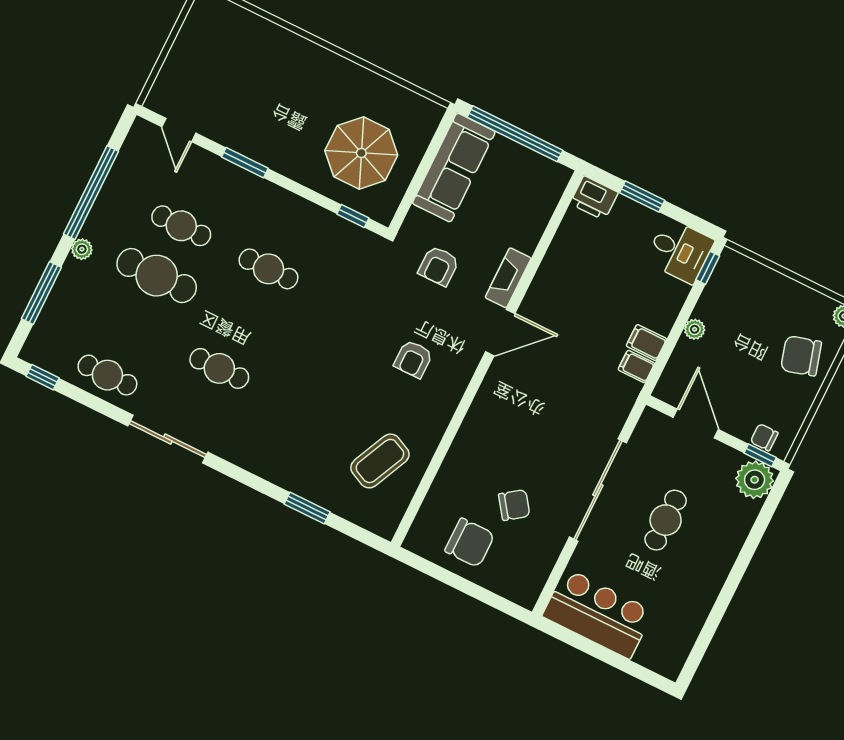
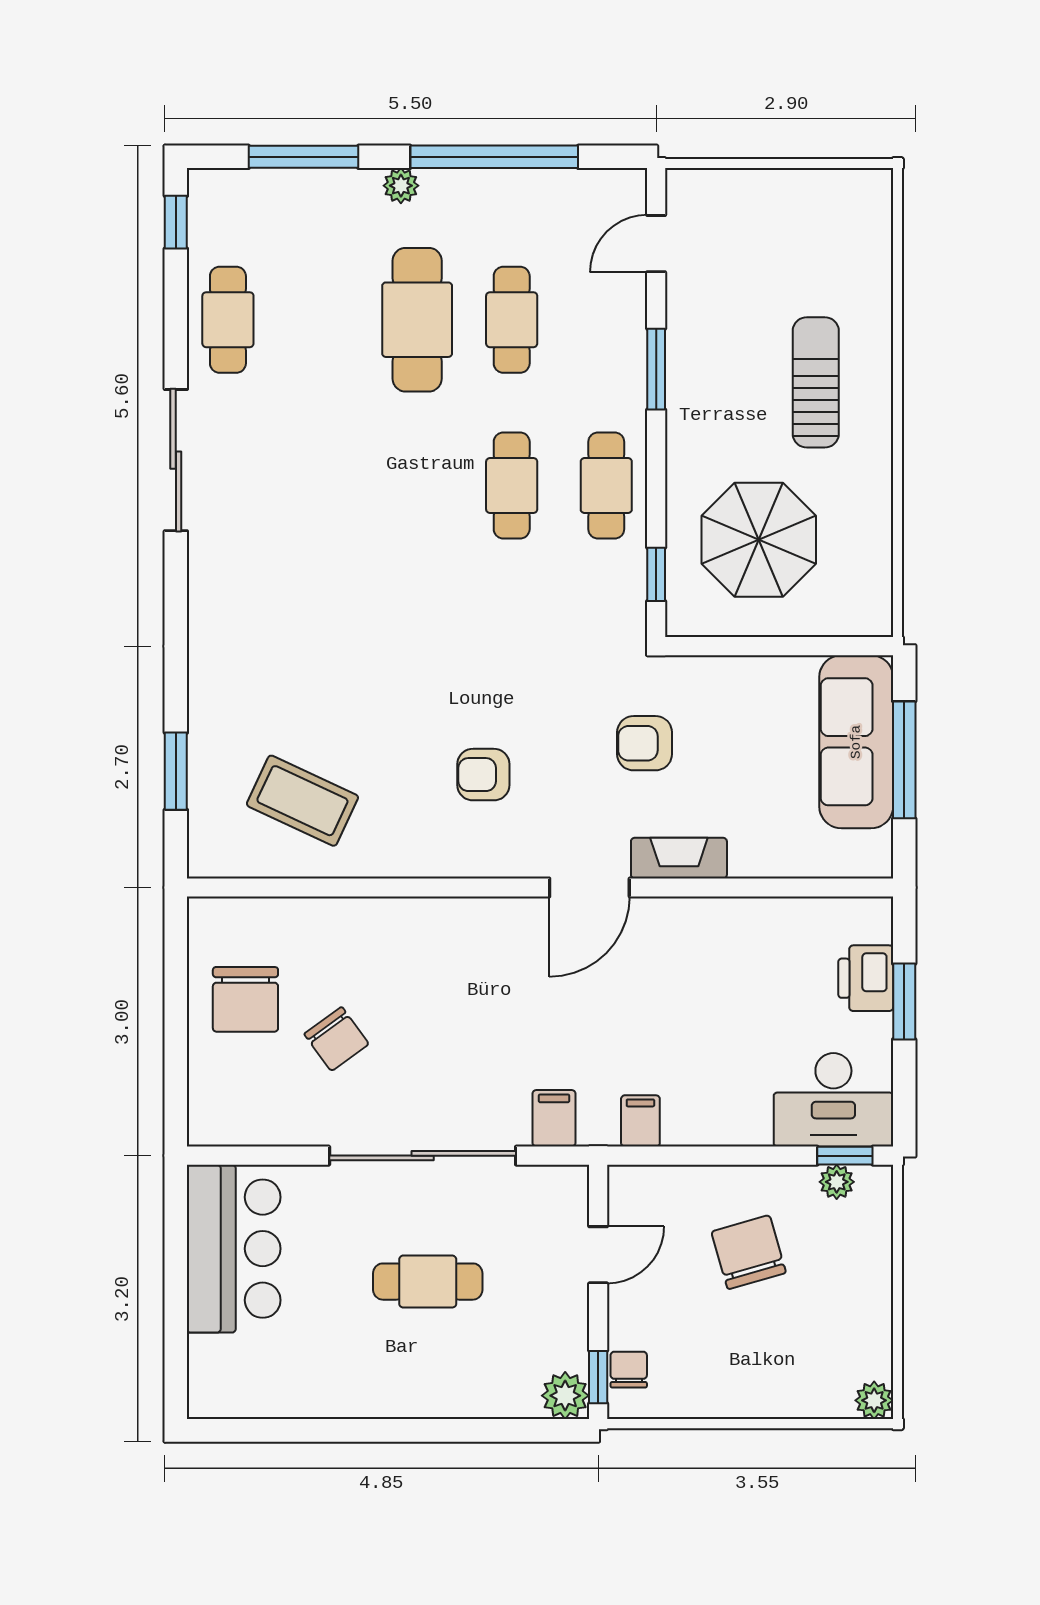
sun lounger: (293, 82) -> (816, 382), added
window: (515, 134) -> (904, 760), width x0.68
sofa: (454, 168) -> (856, 742), moved, turned 90
printer: (594, 198) -> (866, 978), moved
desk: (680, 251) -> (833, 1100), width x1.37
plant: (695, 329) -> (837, 1182), moved
door: (500, 333) -> (589, 887), hinge flipped
filing cabinet: (646, 342) -> (554, 1118), moved
chair: (801, 356) -> (749, 1252), moved
cafe table: (219, 368) -> (606, 486), moved
door: (696, 424) -> (598, 1255), width x0.73
plant: (755, 480) -> (565, 1396), width x0.73, depth x0.73
window: (307, 508) -> (176, 771), moved

